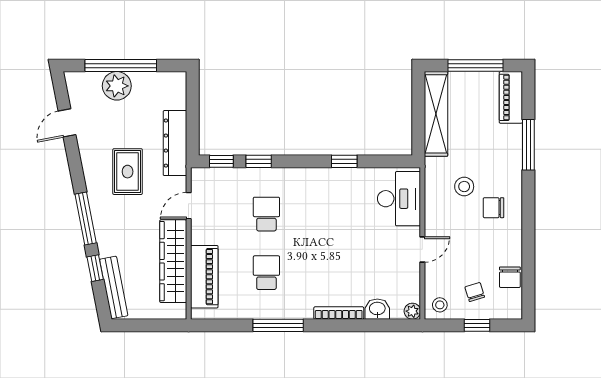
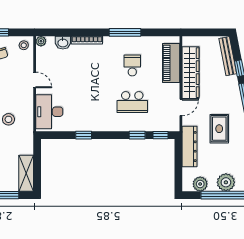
plant: (158, 83) -> (200, 184), added
shelving: (436, 114) -> (26, 173), width x0.68
school desk: (266, 214) -> (132, 102), width x1.85
door: (422, 249) -> (35, 80), swing flipped
school desk: (266, 273) -> (132, 65), turned 180

